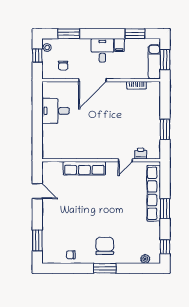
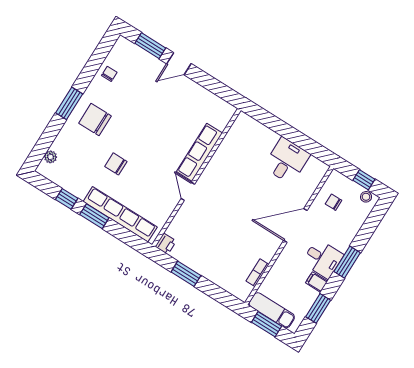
window: (69, 34) -> (347, 262), moved
door: (92, 80) -> (295, 225), hinge flipped
printer: (141, 154) -> (166, 244), moved
door: (125, 160) -> (188, 191), moved
door: (37, 191) -> (179, 64), moved
chair: (124, 216) -> (116, 164), added
chair: (105, 246) -> (95, 120), turned 180
window: (165, 247) -> (67, 199), moved

